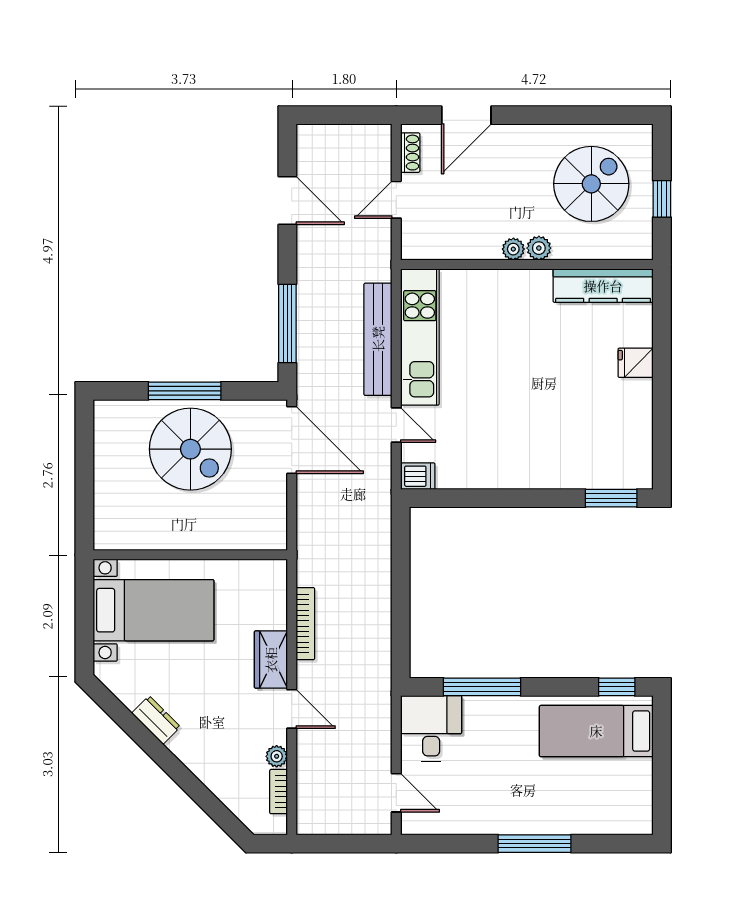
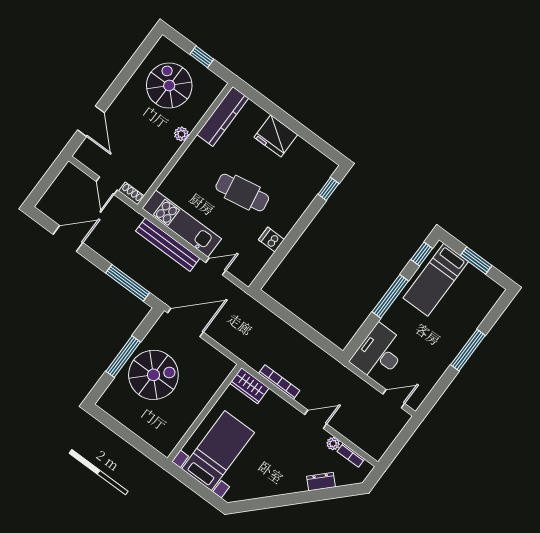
shoe rack: (410, 153) -> (131, 194), moved
plant: (513, 249) -> (173, 147), removed
fridge: (636, 363) -> (276, 136), width x1.88, depth x1.34
cafe table: (521, 387) -> (242, 193), added
dishwasher: (418, 476) -> (271, 240), moved, turned -90
window: (611, 498) -> (328, 189), width x0.67
wardrobe: (271, 660) -> (249, 386), moved
window: (482, 687) -> (390, 296), moved
dresser: (156, 720) -> (321, 482), moved
desk: (431, 728) -> (379, 353), width x1.37
window: (662, 766) -> (476, 261), added

